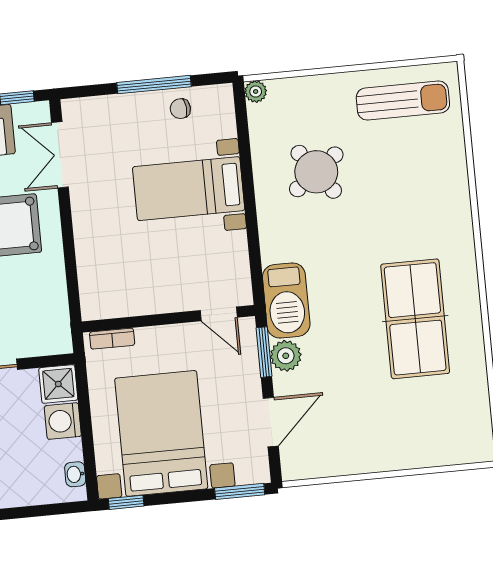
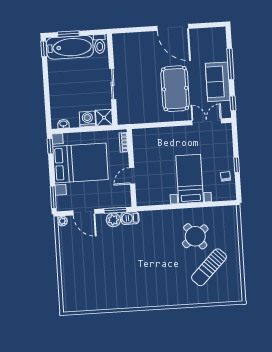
window: (154, 85) -> (237, 165), width x0.46
plant: (256, 92) -> (62, 221), moved
sun lounger: (403, 100) -> (209, 267), moved, turned 45
barbecue: (286, 301) -> (130, 218), width x0.53, depth x0.65
door: (219, 314) -> (132, 176), moved
table tennis table: (415, 319) -> (128, 278), removed

